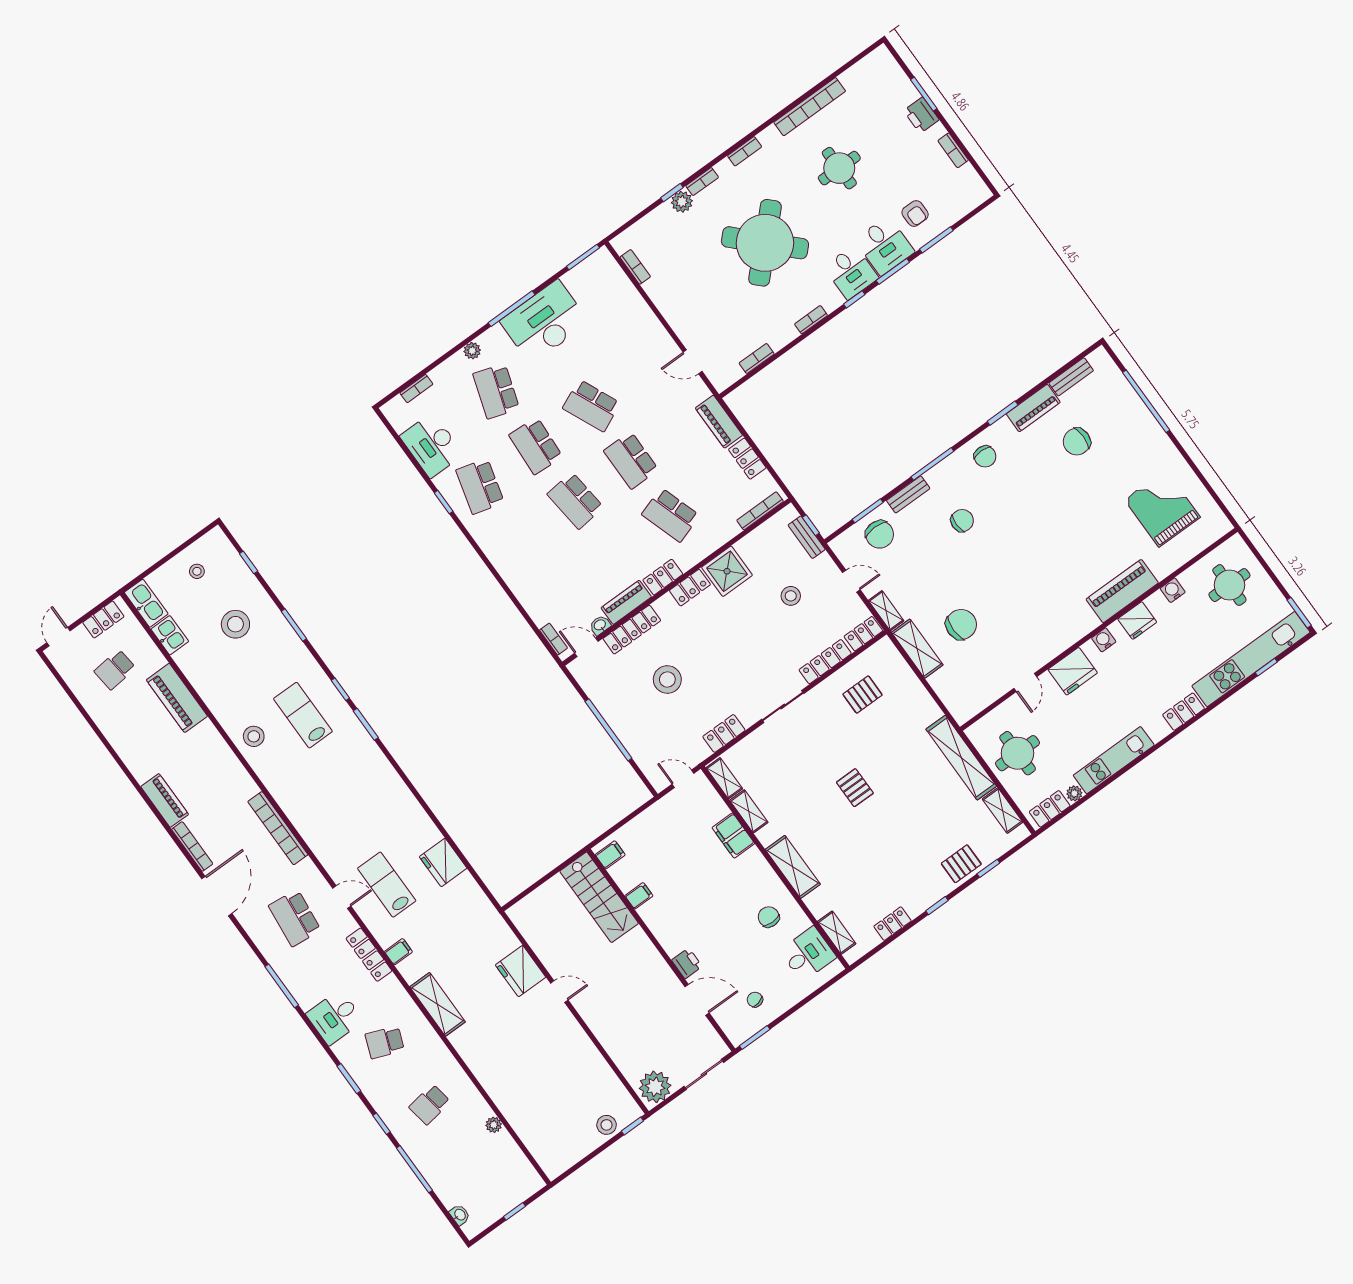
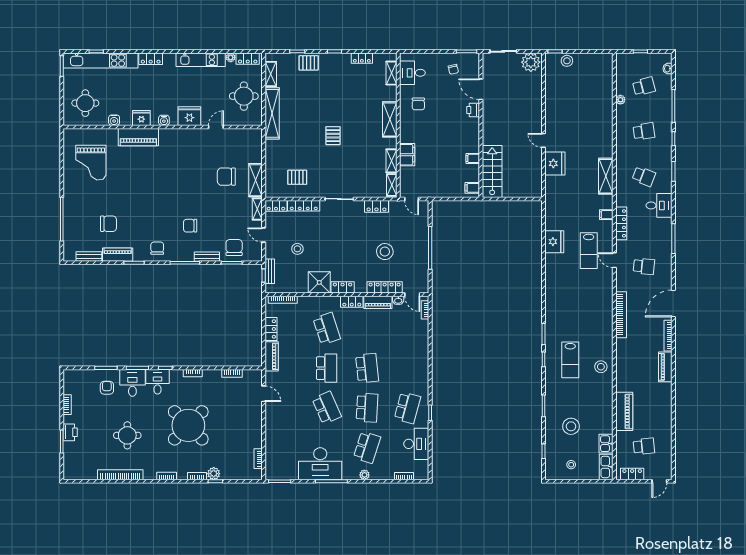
school desk: (295, 918) -> (644, 266), width x0.54
school desk: (475, 1167) -> (644, 86), added

